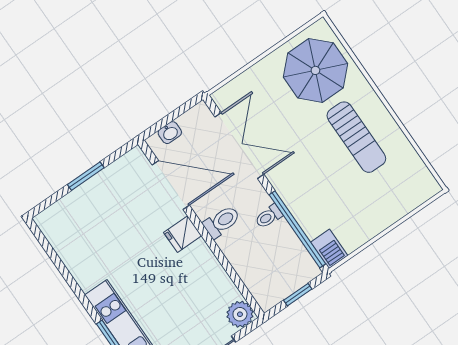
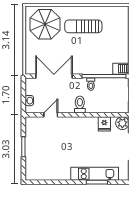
sun lounger: (356, 137) -> (83, 26), turned 180
door: (171, 185) -> (51, 115), width x0.53
fridge: (183, 234) -> (104, 124), moved

